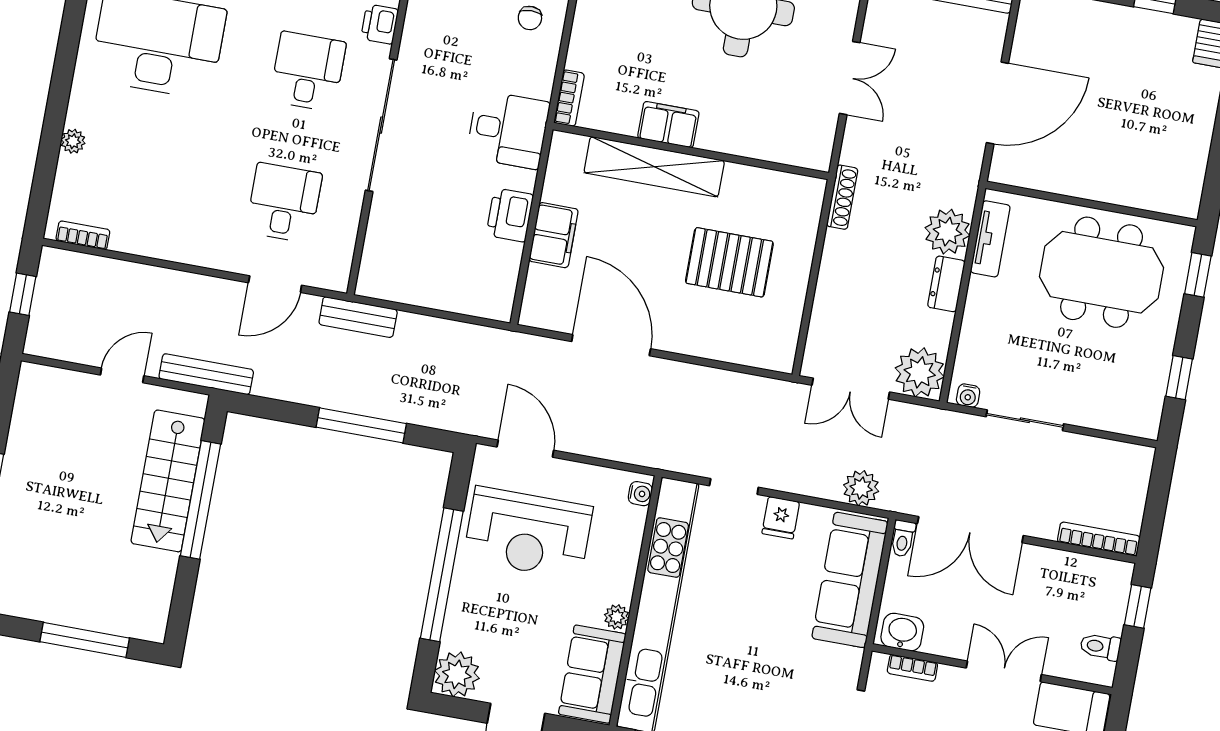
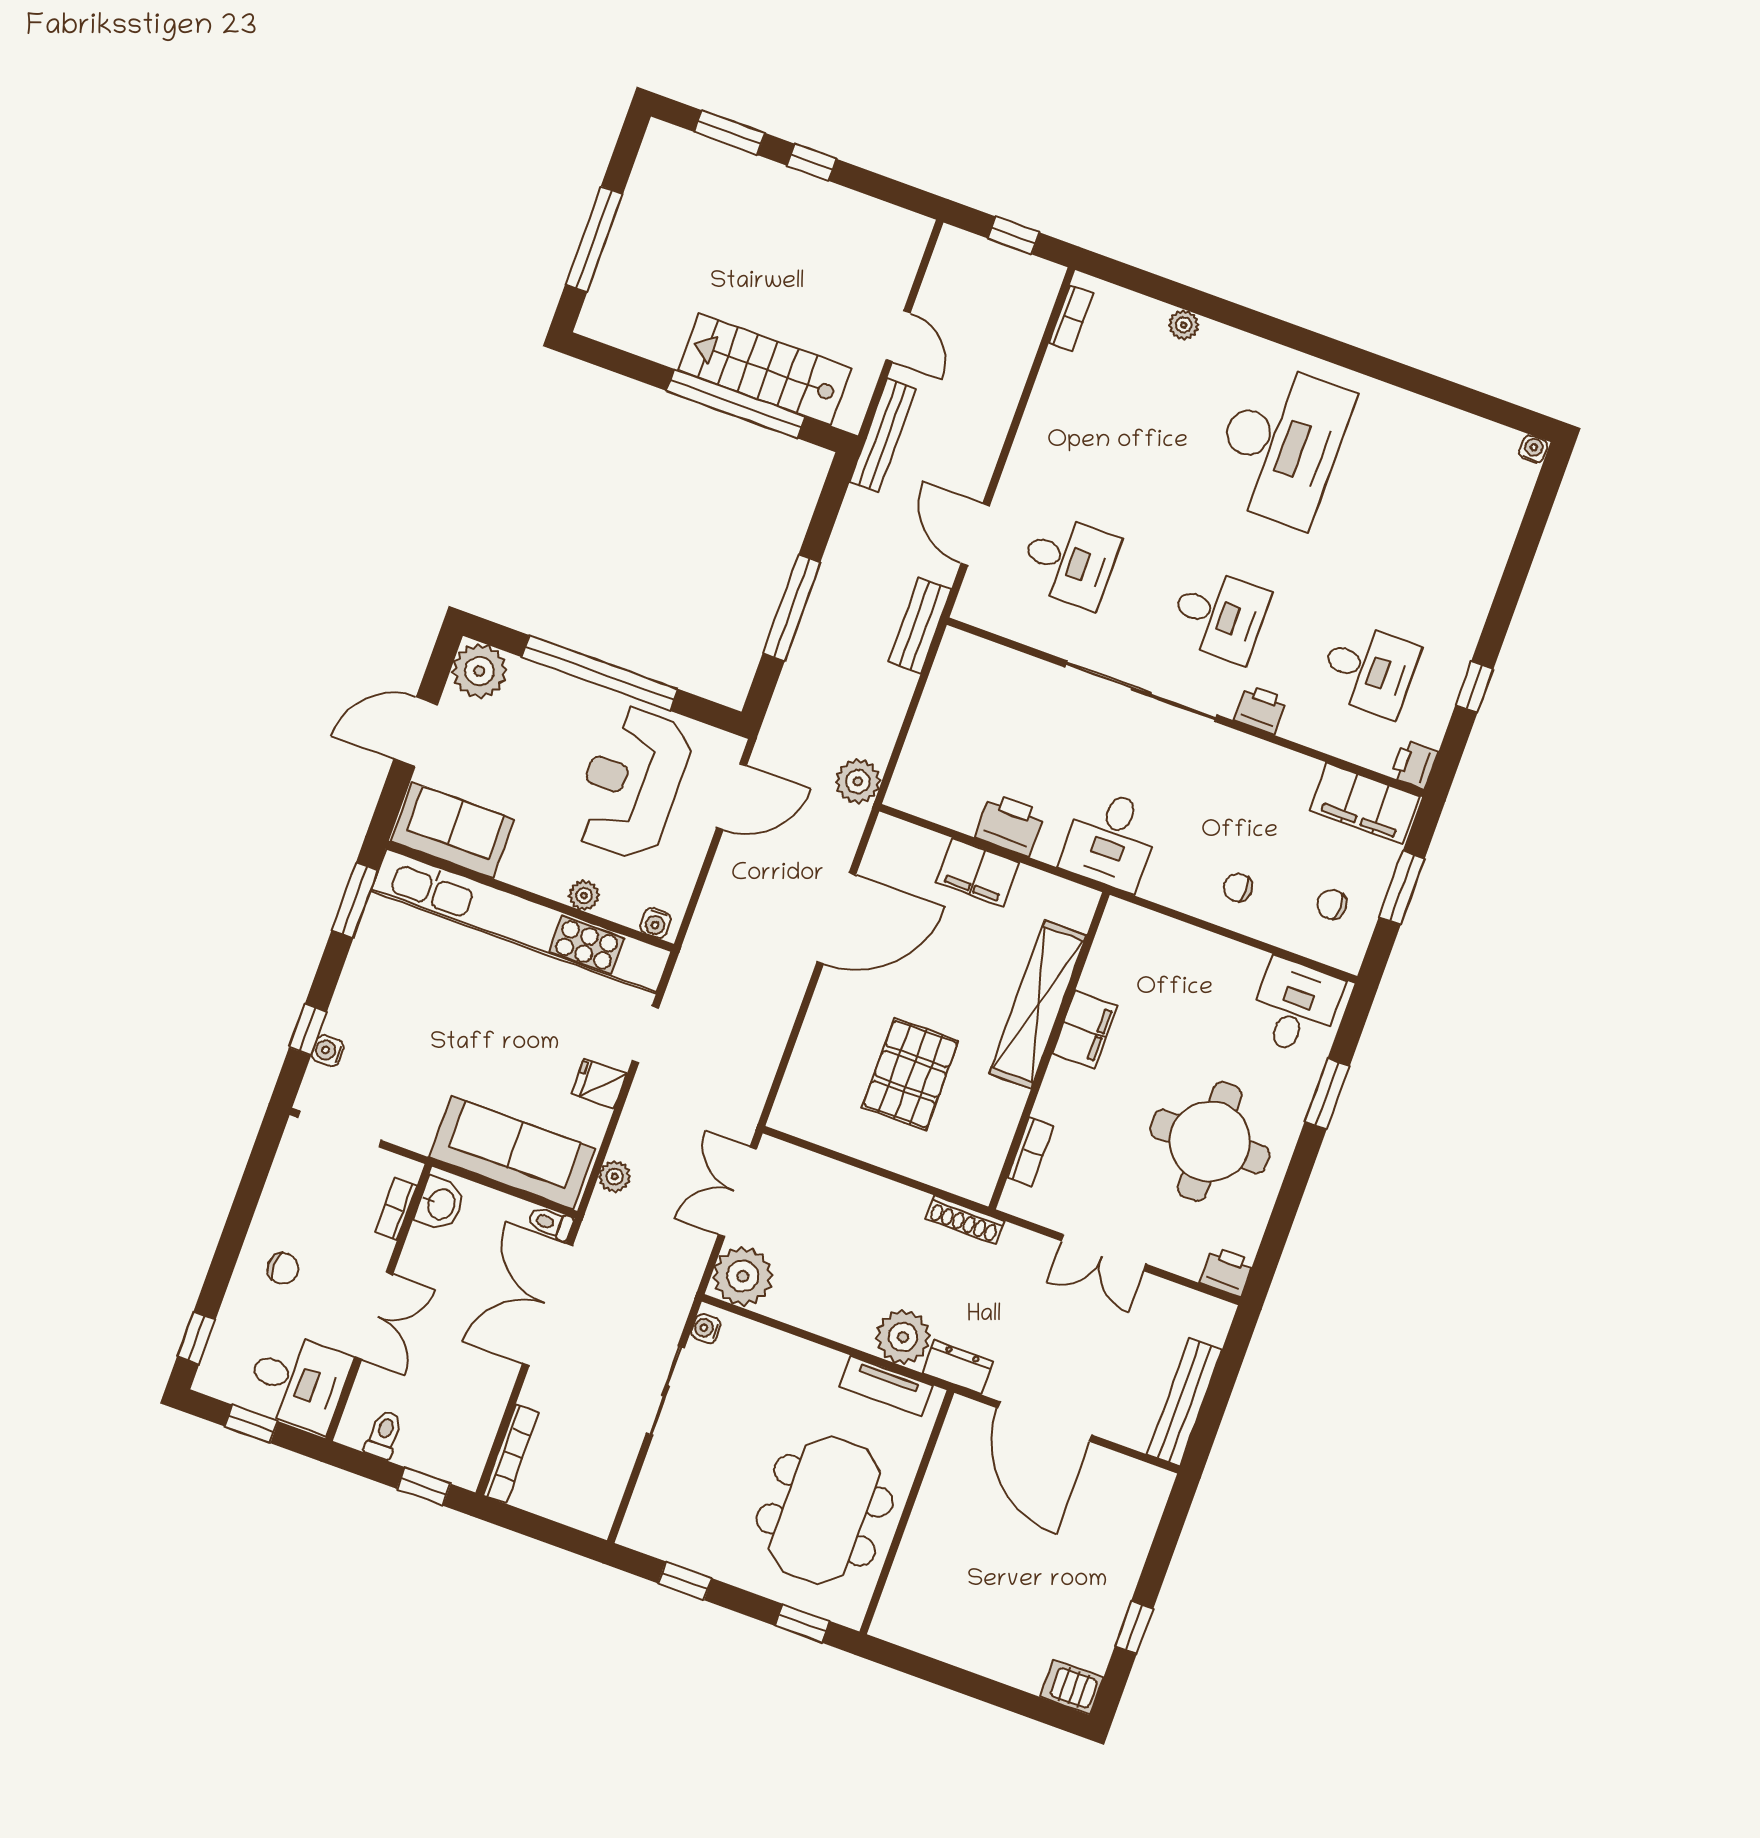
bookcase: (569, 98) -> (1030, 1152), moved, turned -90
dresser: (946, 284) -> (958, 1367), moved
plant: (495, 346) -> (858, 781), added
plant: (861, 488) -> (615, 1177), width x0.73, depth x0.73
plant: (617, 617) -> (584, 895), moved

